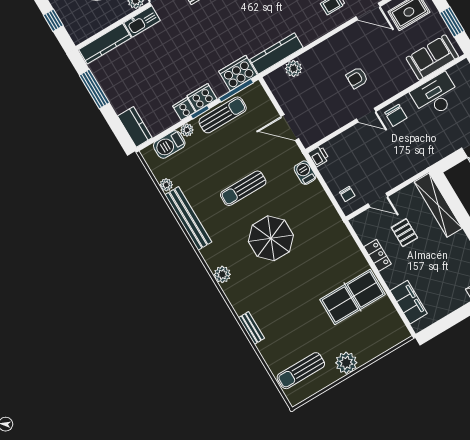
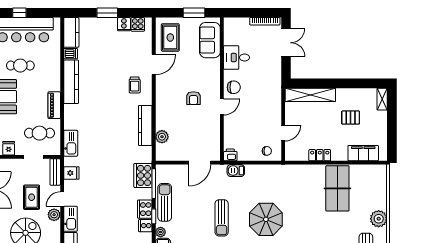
kitchen counter: (276, 54) -> (145, 125), moved
desk: (436, 96) -> (237, 58), width x0.73
pallet: (404, 233) -> (351, 118), moved

